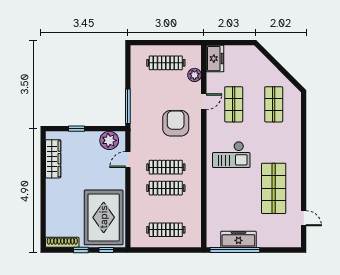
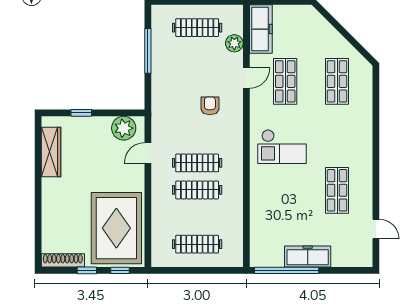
freezer: (215, 59) -> (261, 29), width x1.40
window: (128, 106) -> (148, 51), moved
armchair: (176, 123) -> (210, 106), width x0.53, depth x0.53
shop shelf: (274, 188) -> (337, 190), width x0.70, depth x0.74
freezer: (238, 239) -> (308, 256), moved

